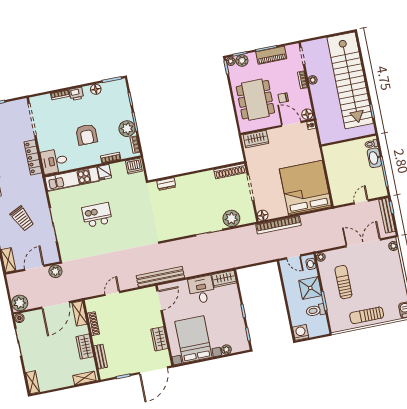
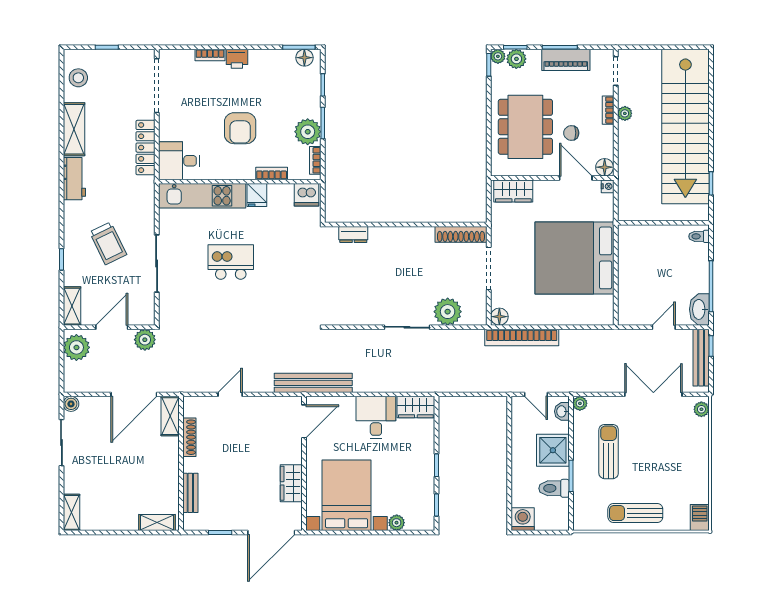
floor lamp: (96, 89) -> (304, 58), moved
washbasin: (374, 158) -> (699, 309), moved
bed: (305, 188) -> (575, 258), moved, turned -90
plant: (20, 303) -> (76, 347), moved
wardrobe: (85, 347) -> (168, 472), removed

